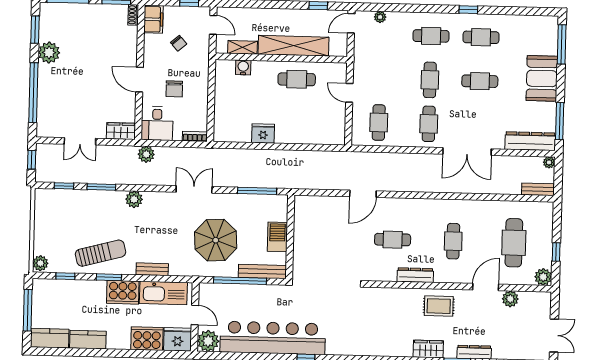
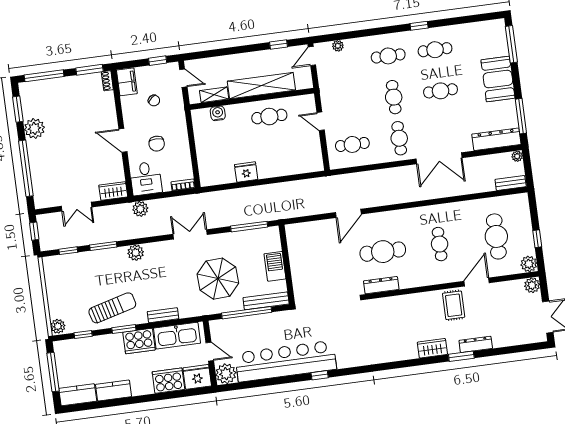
cafe table: (379, 123) -> (352, 144), turned 90
cafe table: (393, 240) -> (383, 252), width x1.37, depth x1.35
dresser: (415, 275) -> (381, 285), moved
plant: (510, 299) -> (532, 285), moved
rug: (439, 306) -> (454, 305), moved, turned 90

